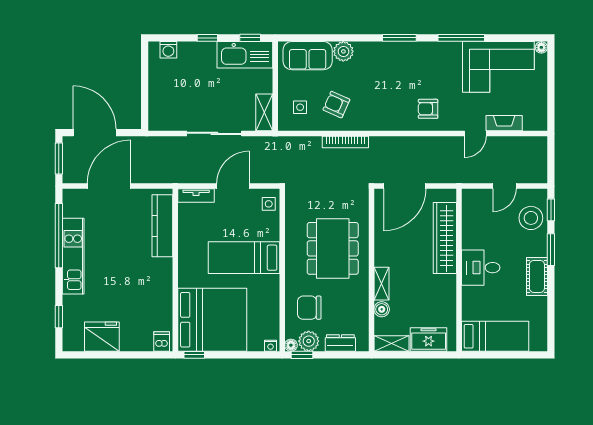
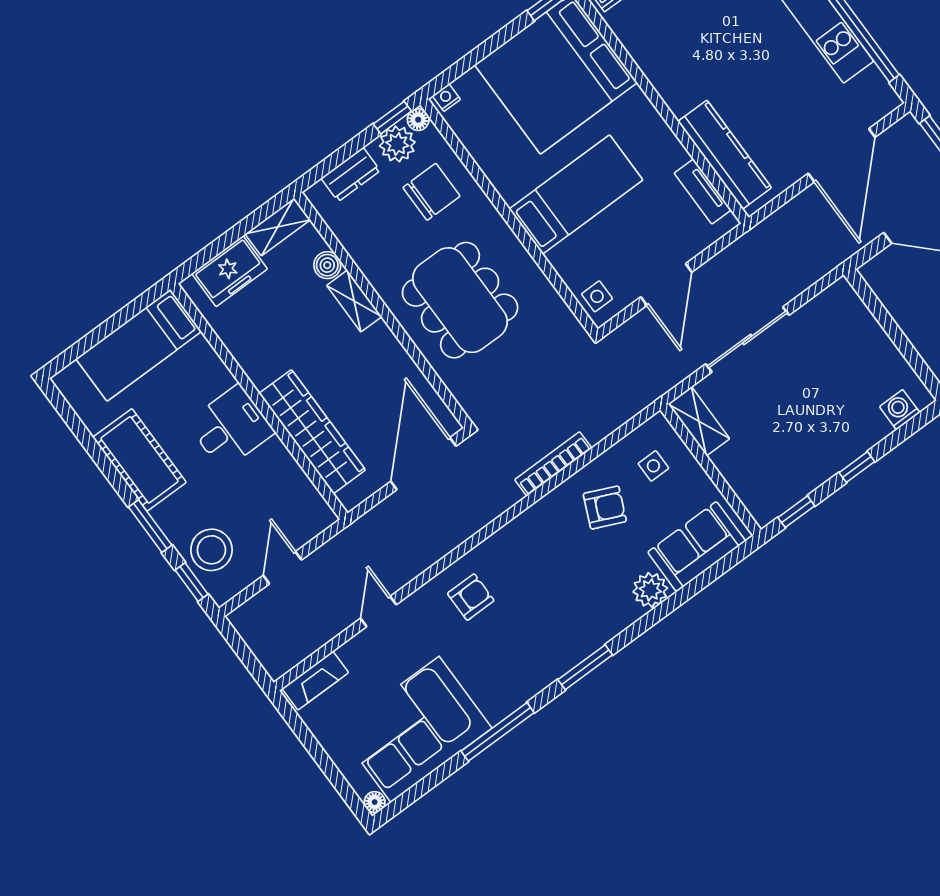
kitchen sink: (245, 55) -> (786, 482), removed
fireplace: (504, 123) -> (315, 681), moved
tv unit: (196, 195) -> (703, 191), moved, turned -90
cot: (537, 276) -> (139, 460), width x1.37, depth x1.34

